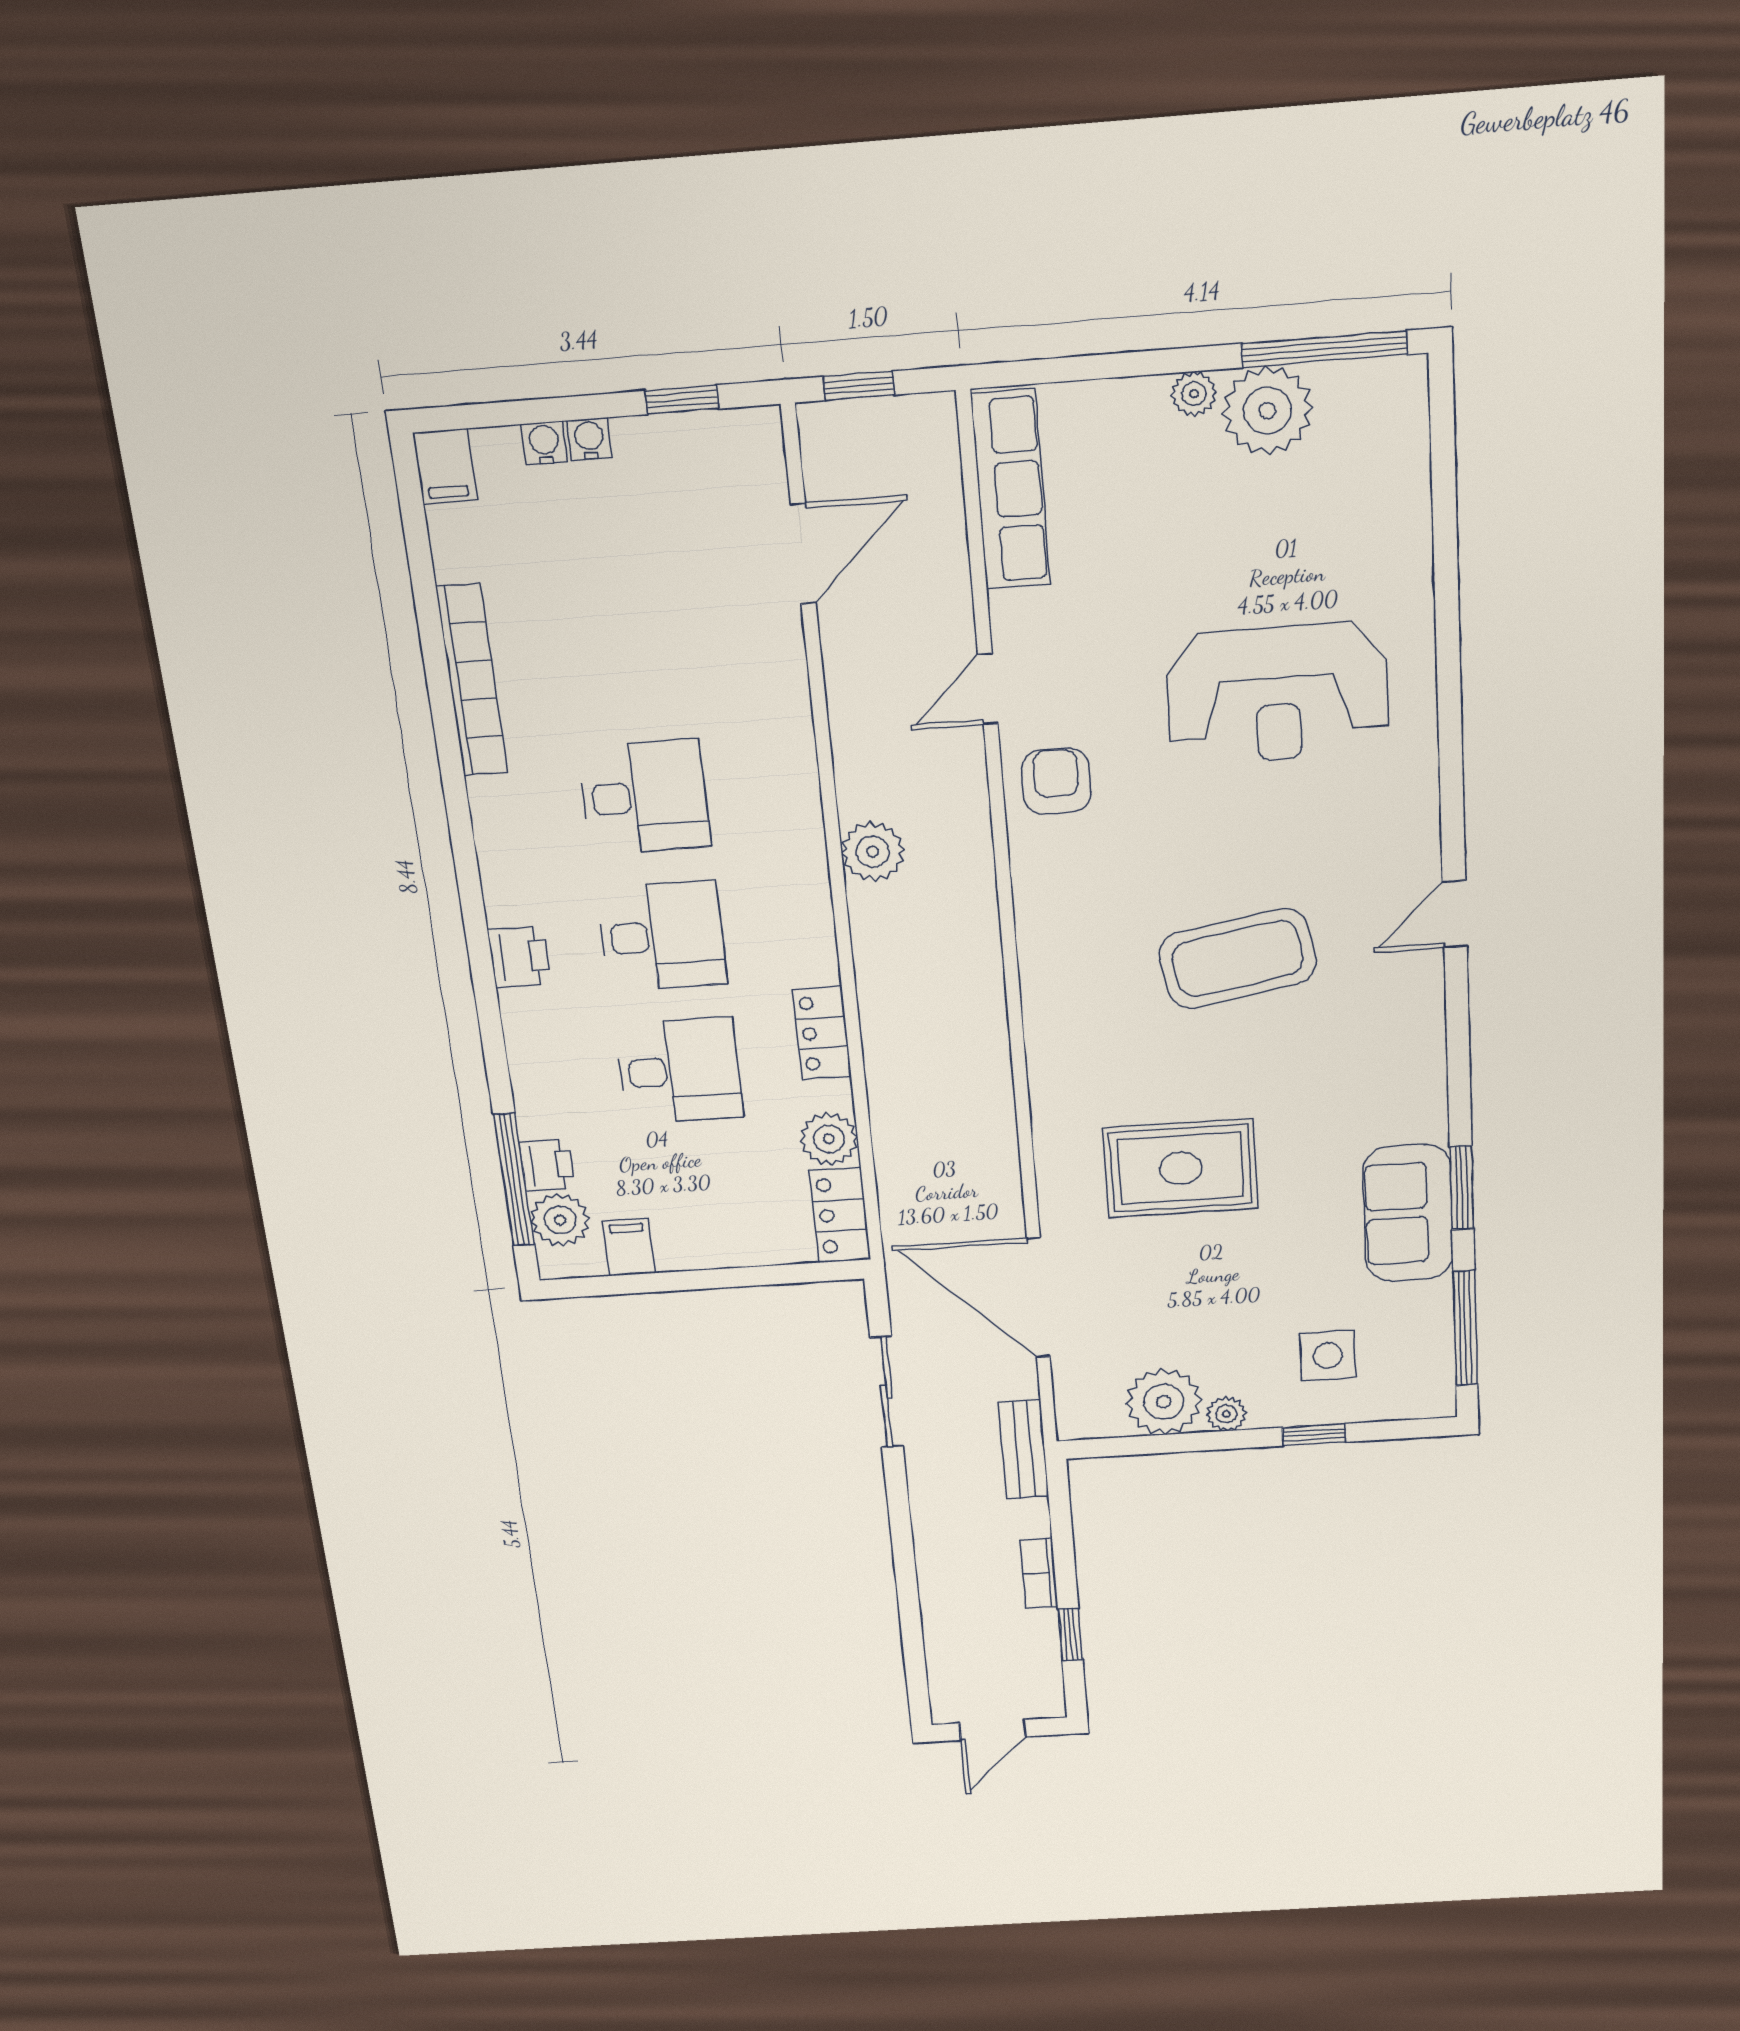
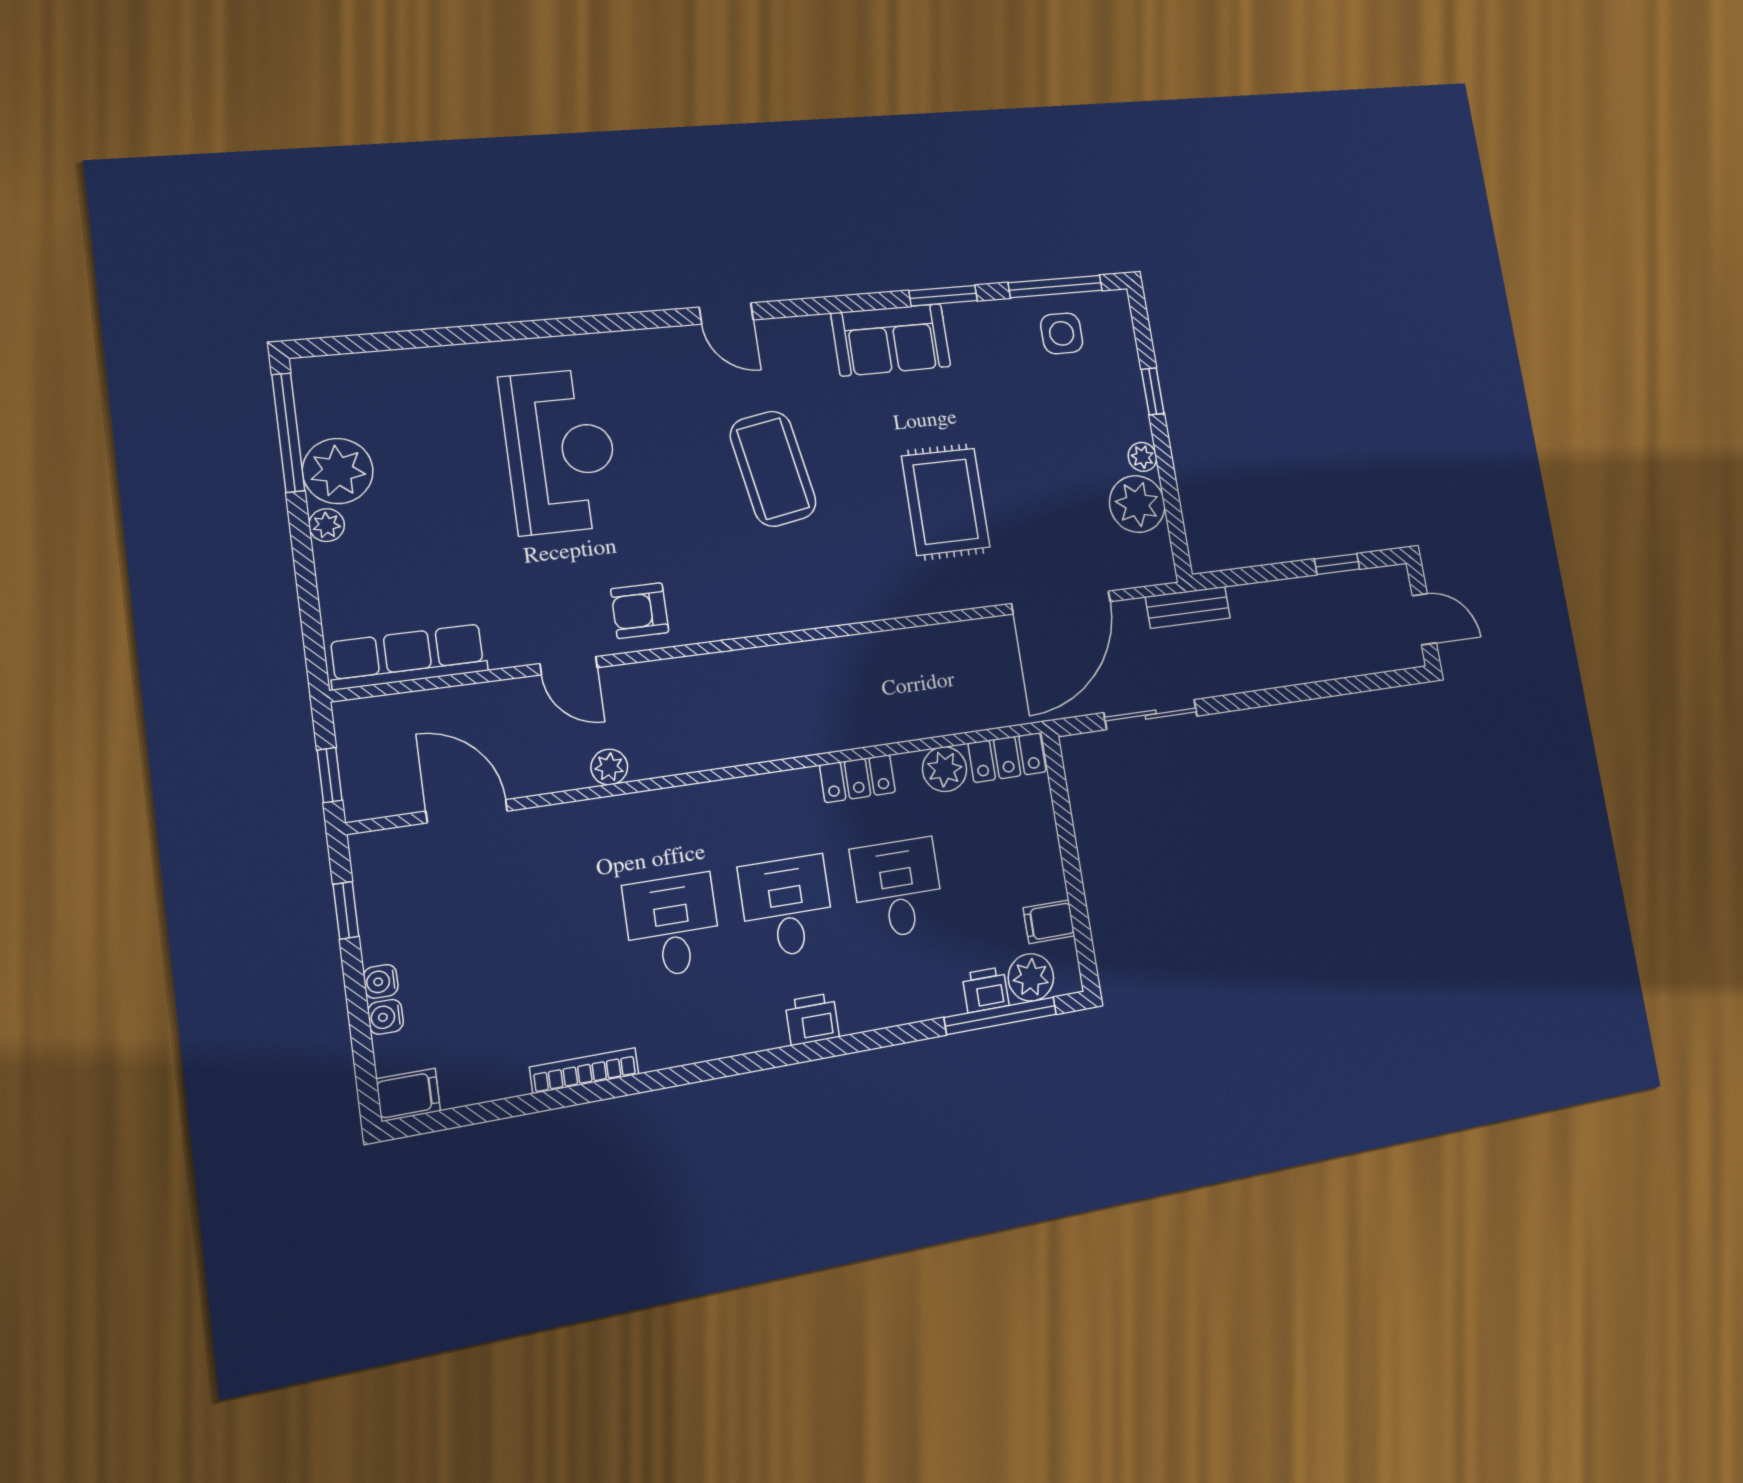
bookcase: (472, 680) -> (584, 1071), width x0.68, depth x0.76
plant: (873, 852) -> (609, 767), moved, width x0.73, depth x0.73
sofa: (1408, 1213) -> (891, 340), moved
side table: (1328, 1356) -> (1062, 333), moved
bookcase: (1039, 1573) -> (1289, 590), removed

